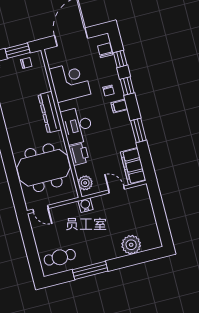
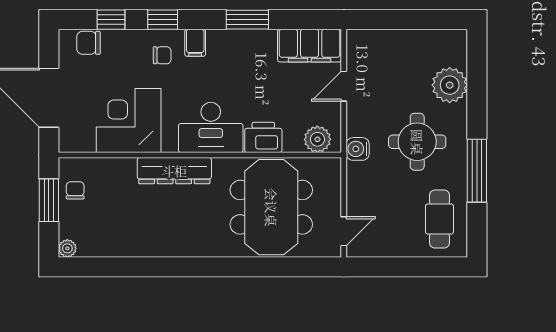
round table: (97, 235) -> (417, 142), added

